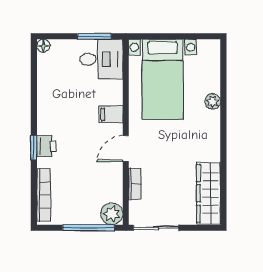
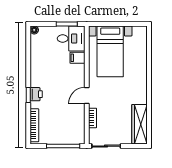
plant: (213, 101) -> (142, 65), removed
filing cabinet: (111, 114) -> (77, 58), moved
plant: (112, 214) -> (78, 137), removed

